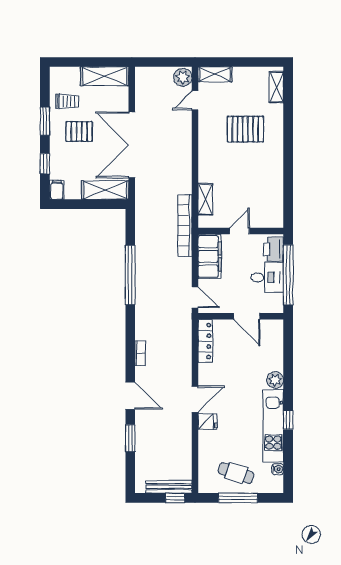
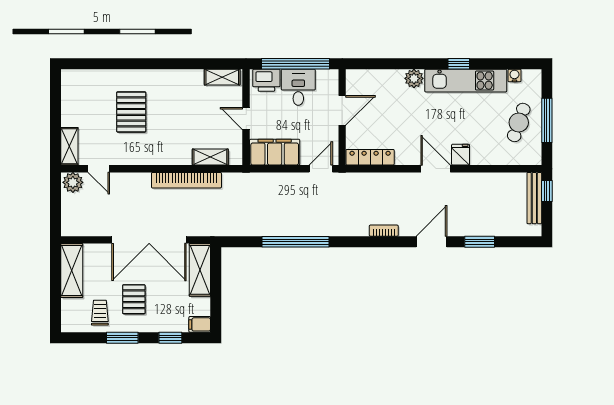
shelving: (276, 87) -> (222, 77), moved
bookcase: (185, 226) -> (186, 180), moved

